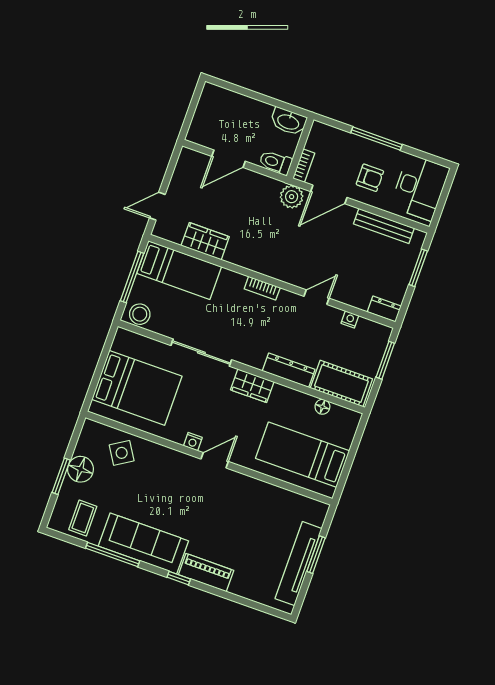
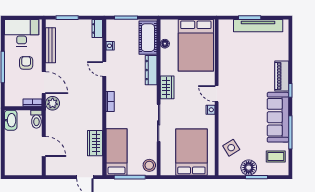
bed: (303, 455) -> (196, 45), width x1.50

